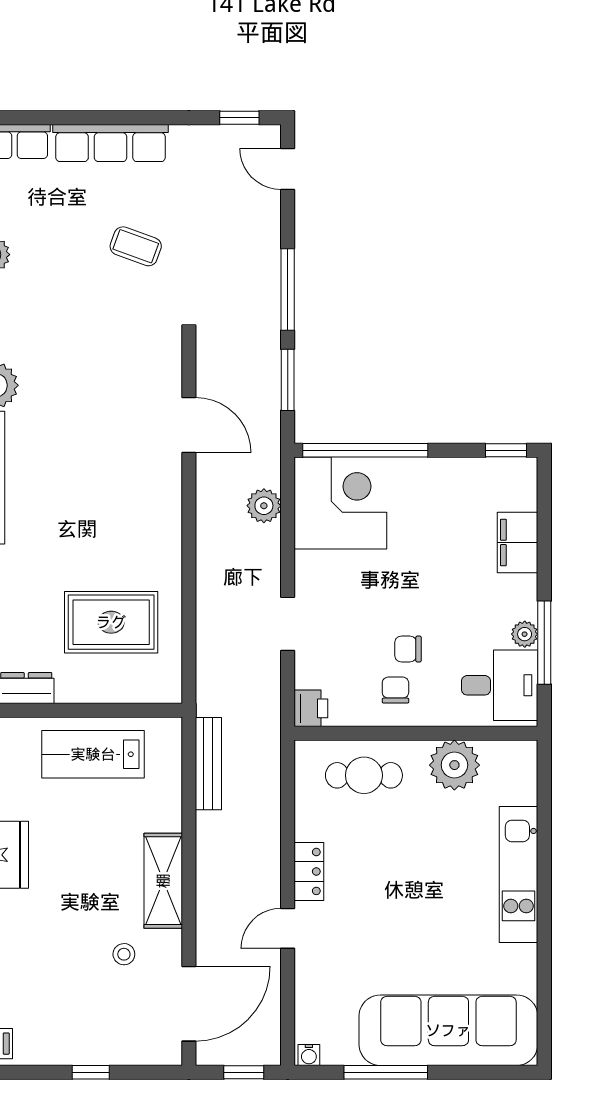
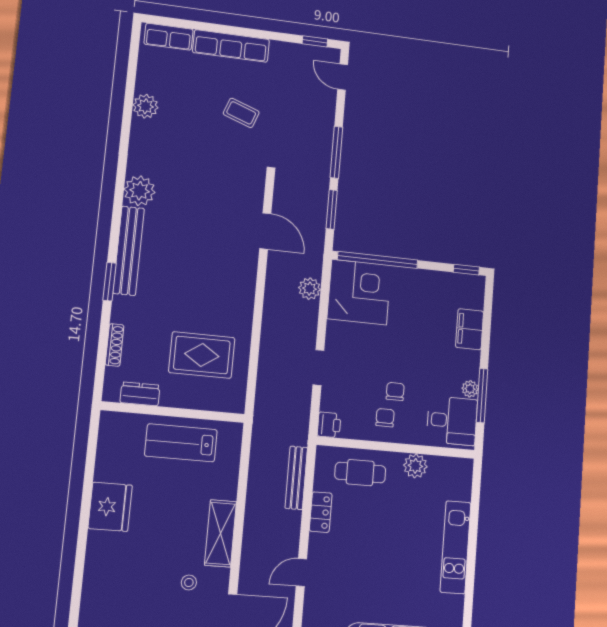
chair: (408, 649) -> (395, 391), turned 90
bench: (208, 764) -> (296, 478), moved
plant: (454, 765) -> (415, 466), width x0.73, depth x0.73
locker: (309, 871) -> (321, 512), moved

